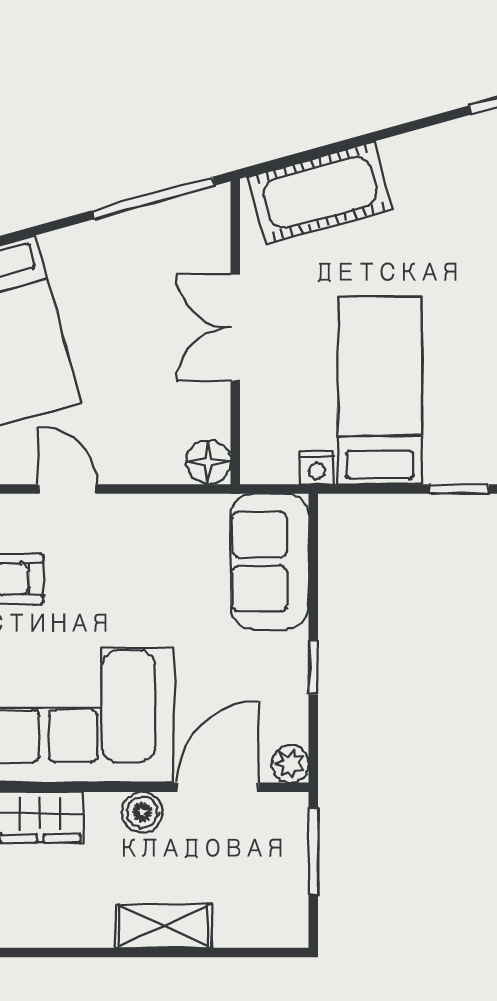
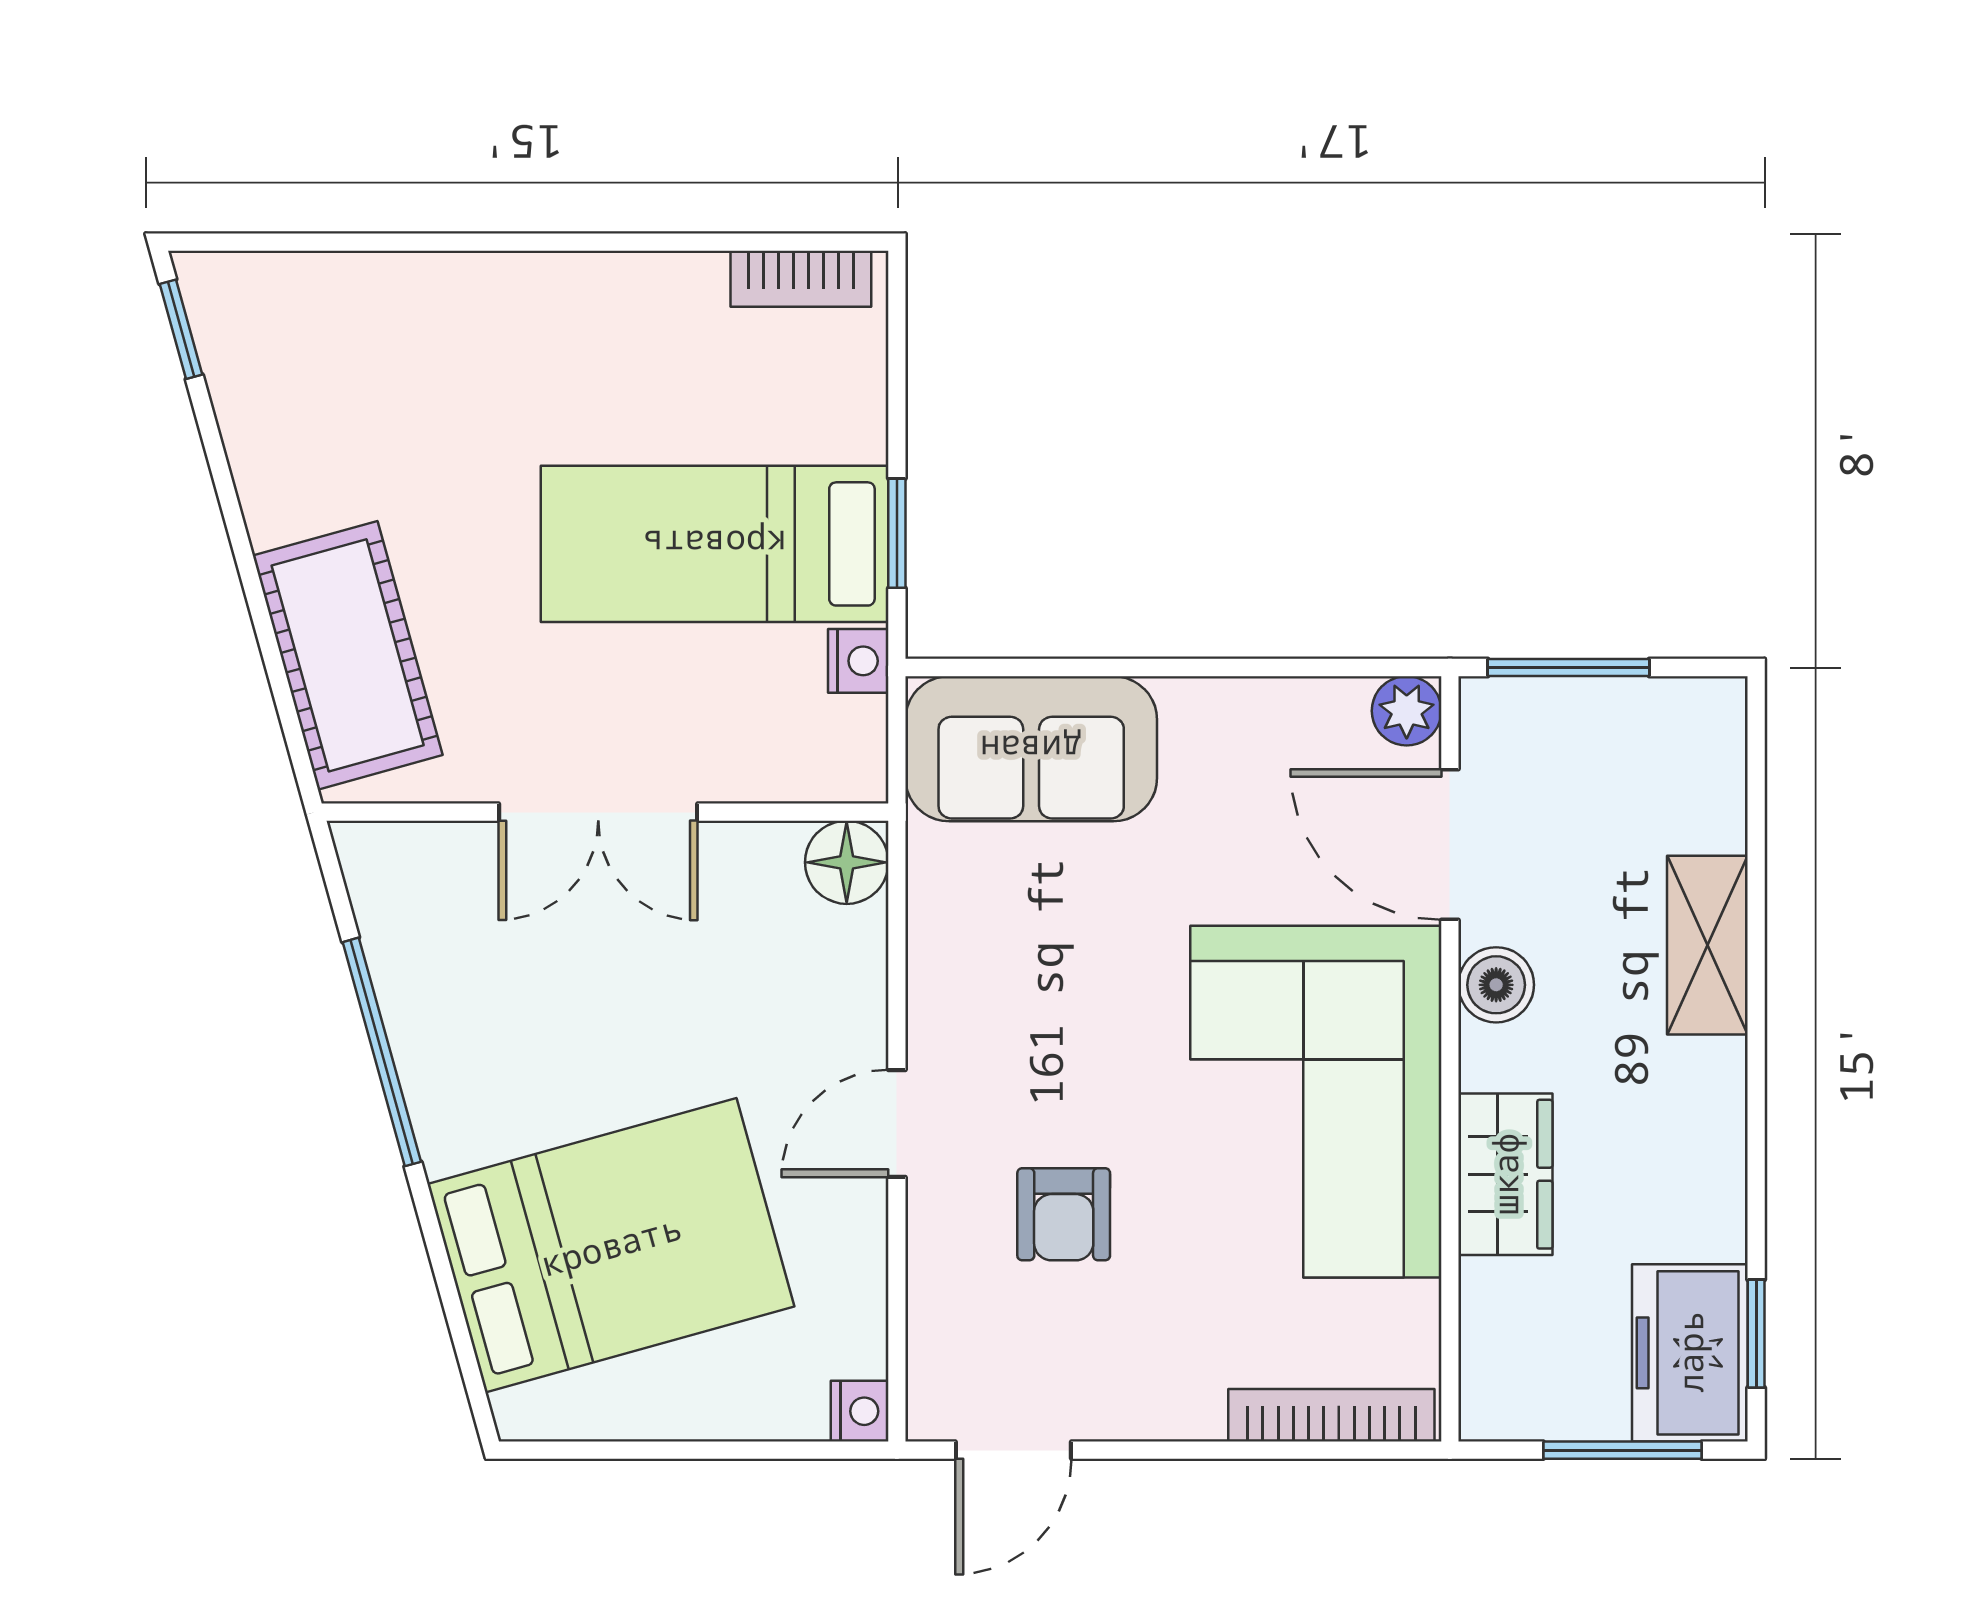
window: (153, 198) -> (382, 1052), moved
window: (459, 489) -> (897, 533), moved
window: (313, 668) -> (1228, 668), removed

